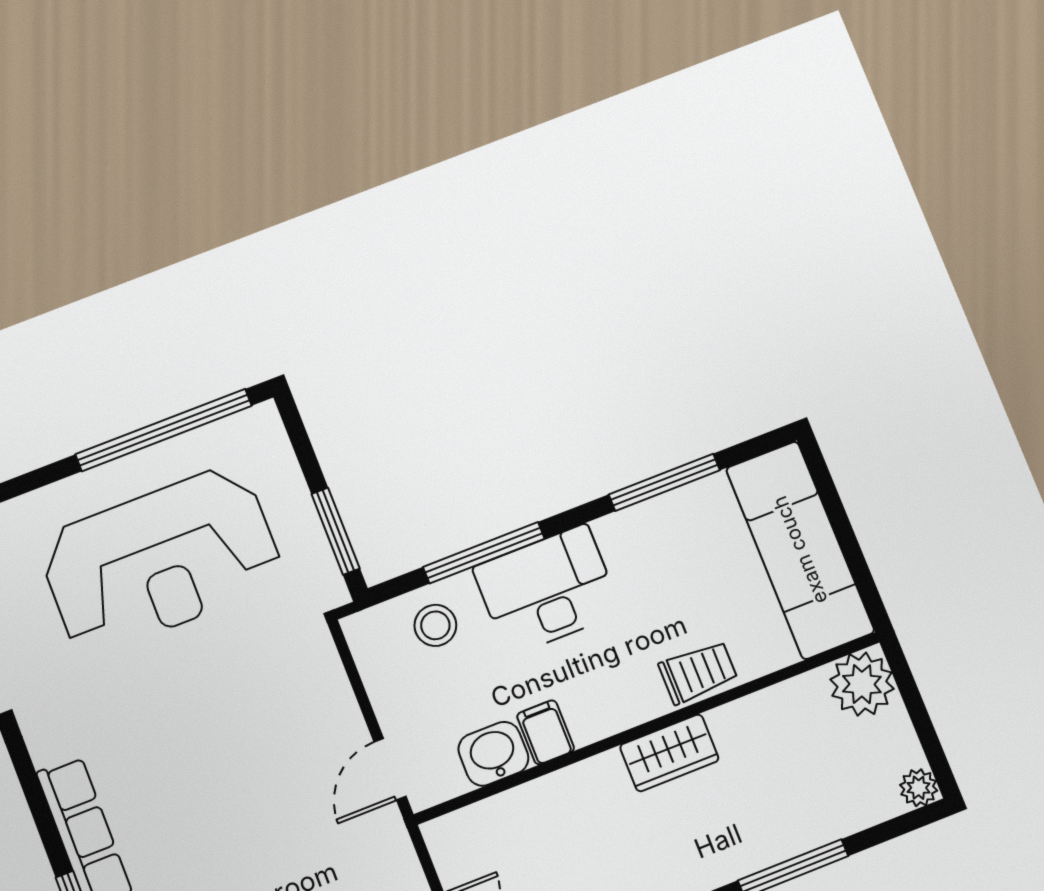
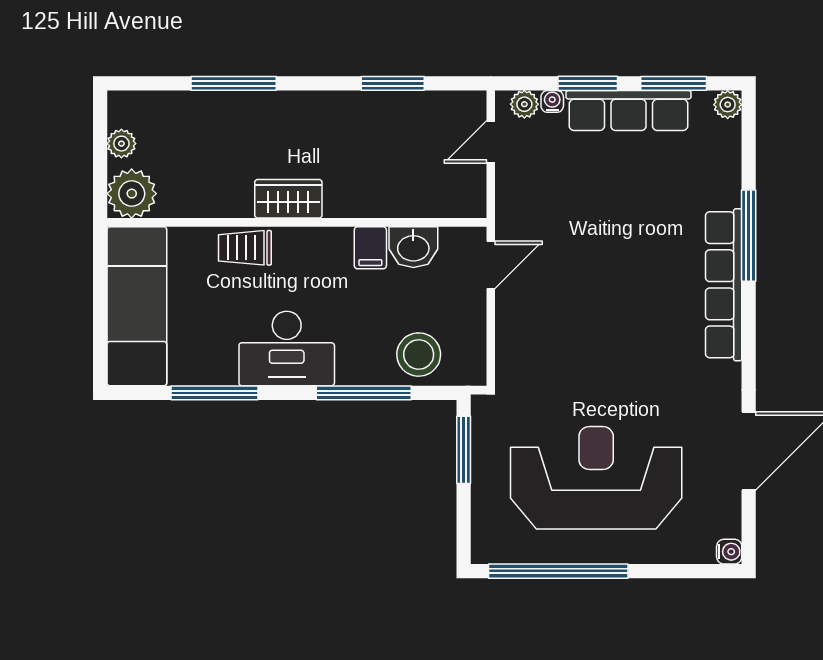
desk: (547, 590) -> (287, 349), moved
stool: (435, 625) -> (419, 355), width x1.38, depth x1.38
plant: (919, 788) -> (121, 144), moved

